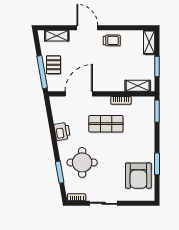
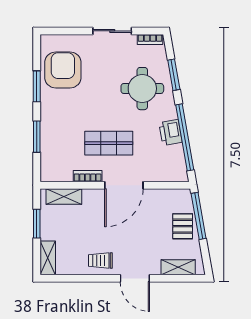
door: (79, 94) -> (124, 185), moved
window: (157, 111) -> (37, 137), moved
window: (52, 128) -> (185, 137), added

